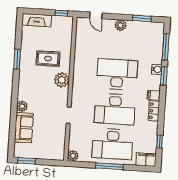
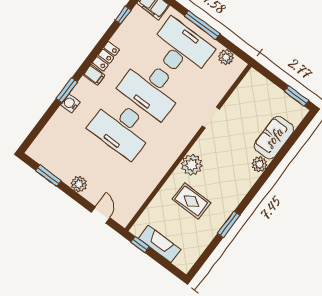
fireplace: (37, 20) -> (160, 244), moved
window: (166, 47) -> (42, 123), removed
desk: (115, 109) -> (151, 89), turned 180
plant: (73, 156) -> (226, 57), moved

